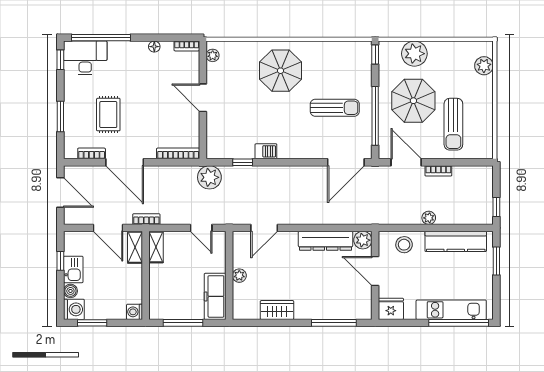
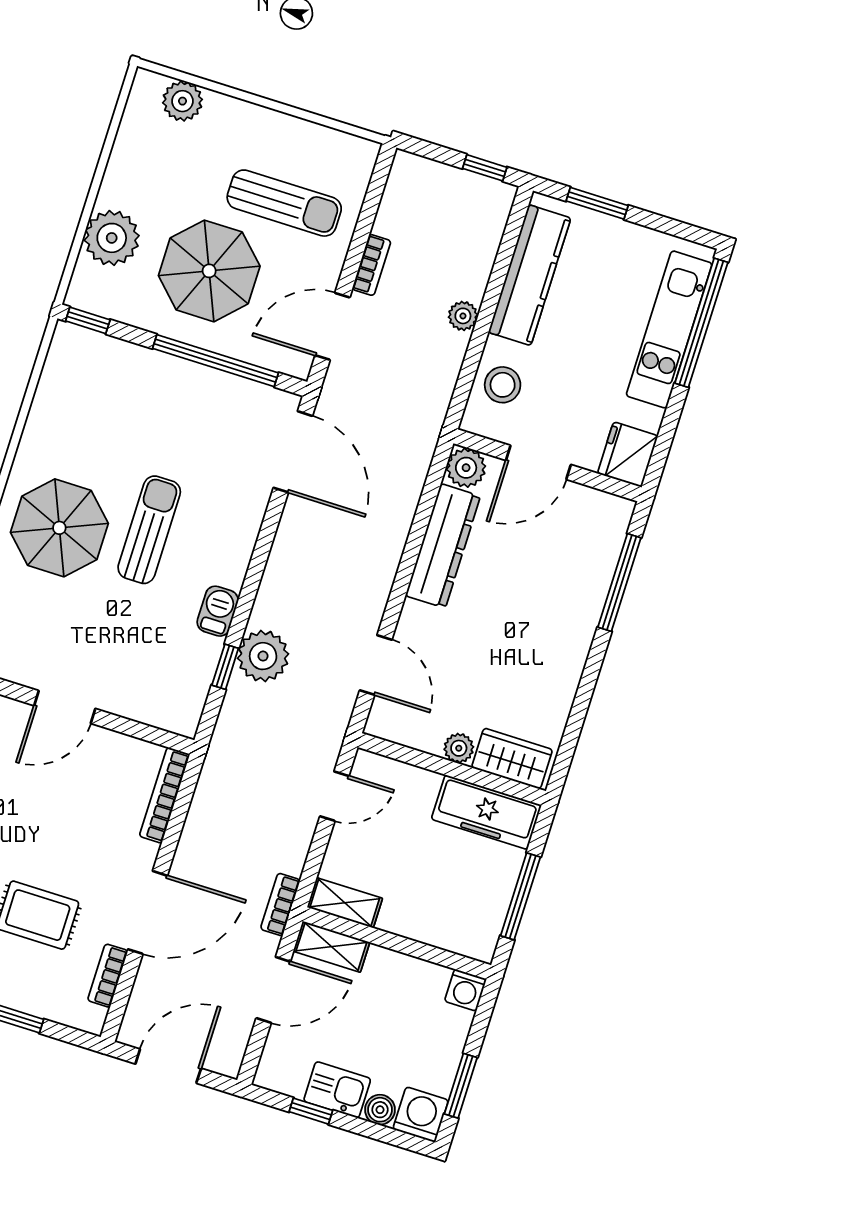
sun lounger: (335, 108) -> (149, 530), moved
plant: (209, 177) -> (263, 656), moved
wardrobe: (277, 310) -> (512, 759), moved, turned 90

